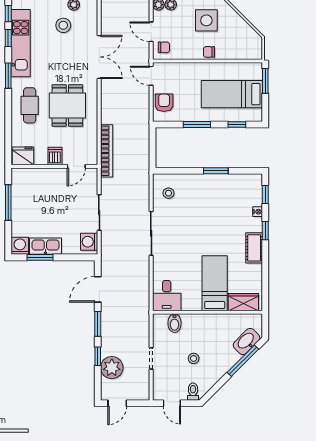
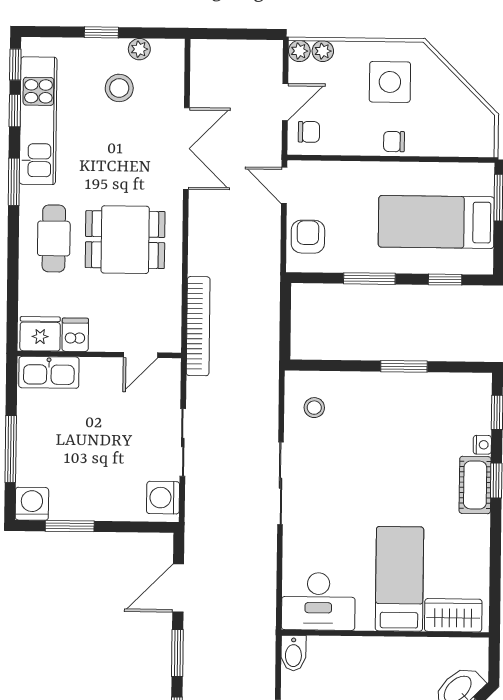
door: (151, 32) -> (285, 102), swing flipped
dining table: (67, 105) -> (125, 240), turned 90
dishwasher: (55, 156) -> (75, 335), moved
window: (8, 202) -> (11, 449), moved
kitchen sink: (45, 246) -> (49, 372), moved, turned 180
cot: (254, 248) -> (475, 485), moved
desk: (167, 296) -> (318, 601), width x1.37
bidet: (175, 323) -> (293, 653), moved

